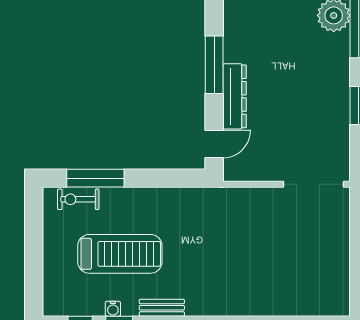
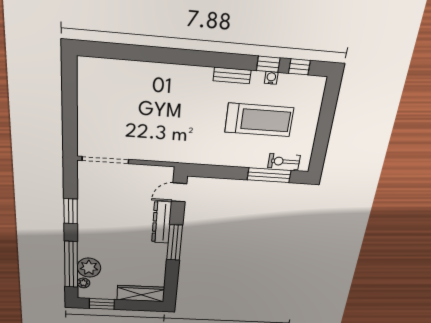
exercise bike: (78, 199) -> (284, 161), turned 180
treadmill: (120, 254) -> (259, 120), turned 180

